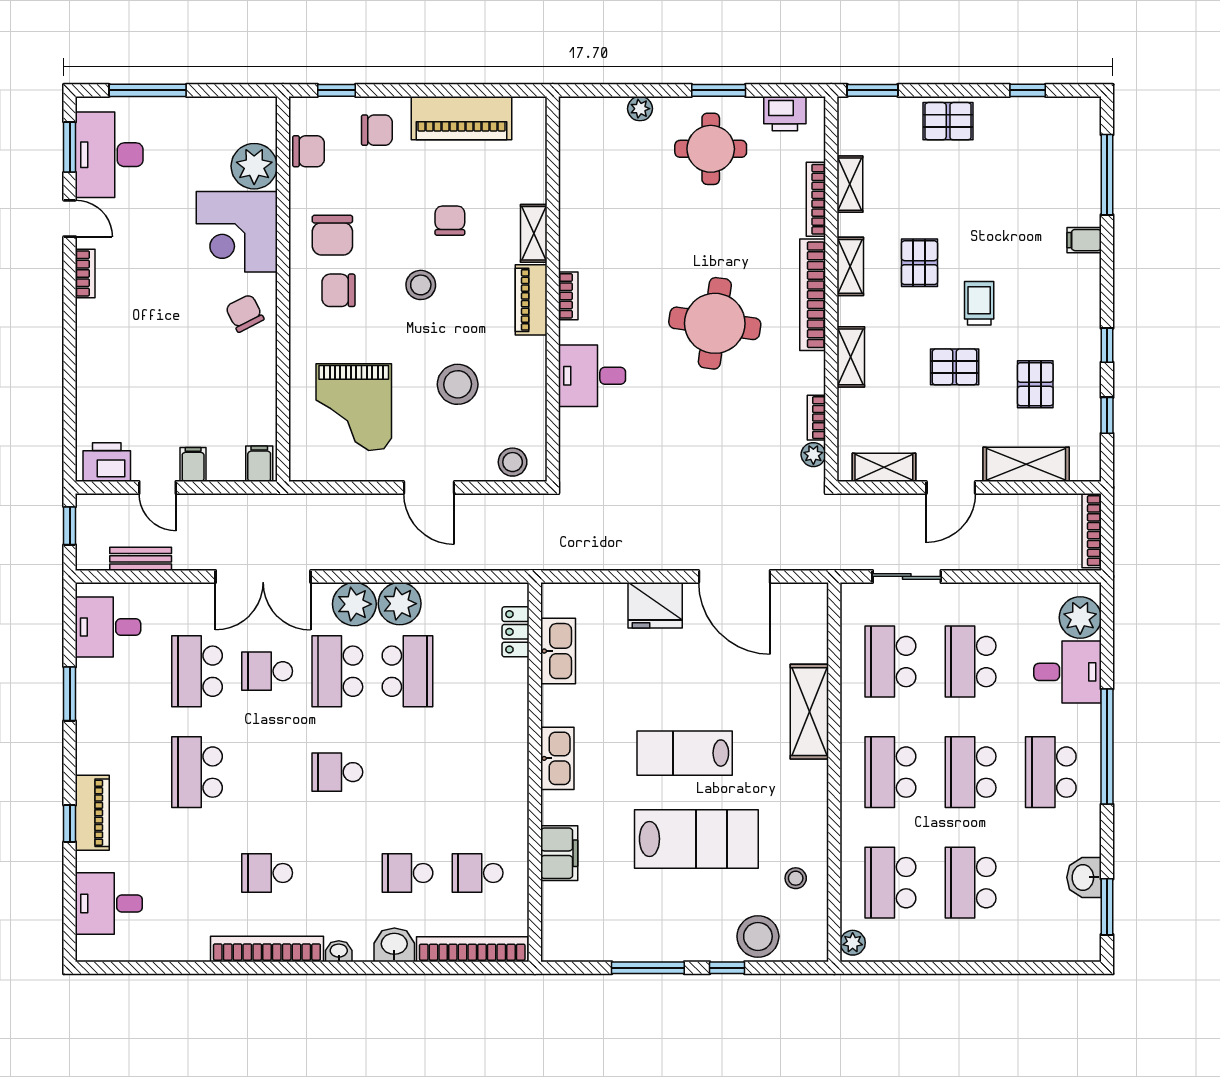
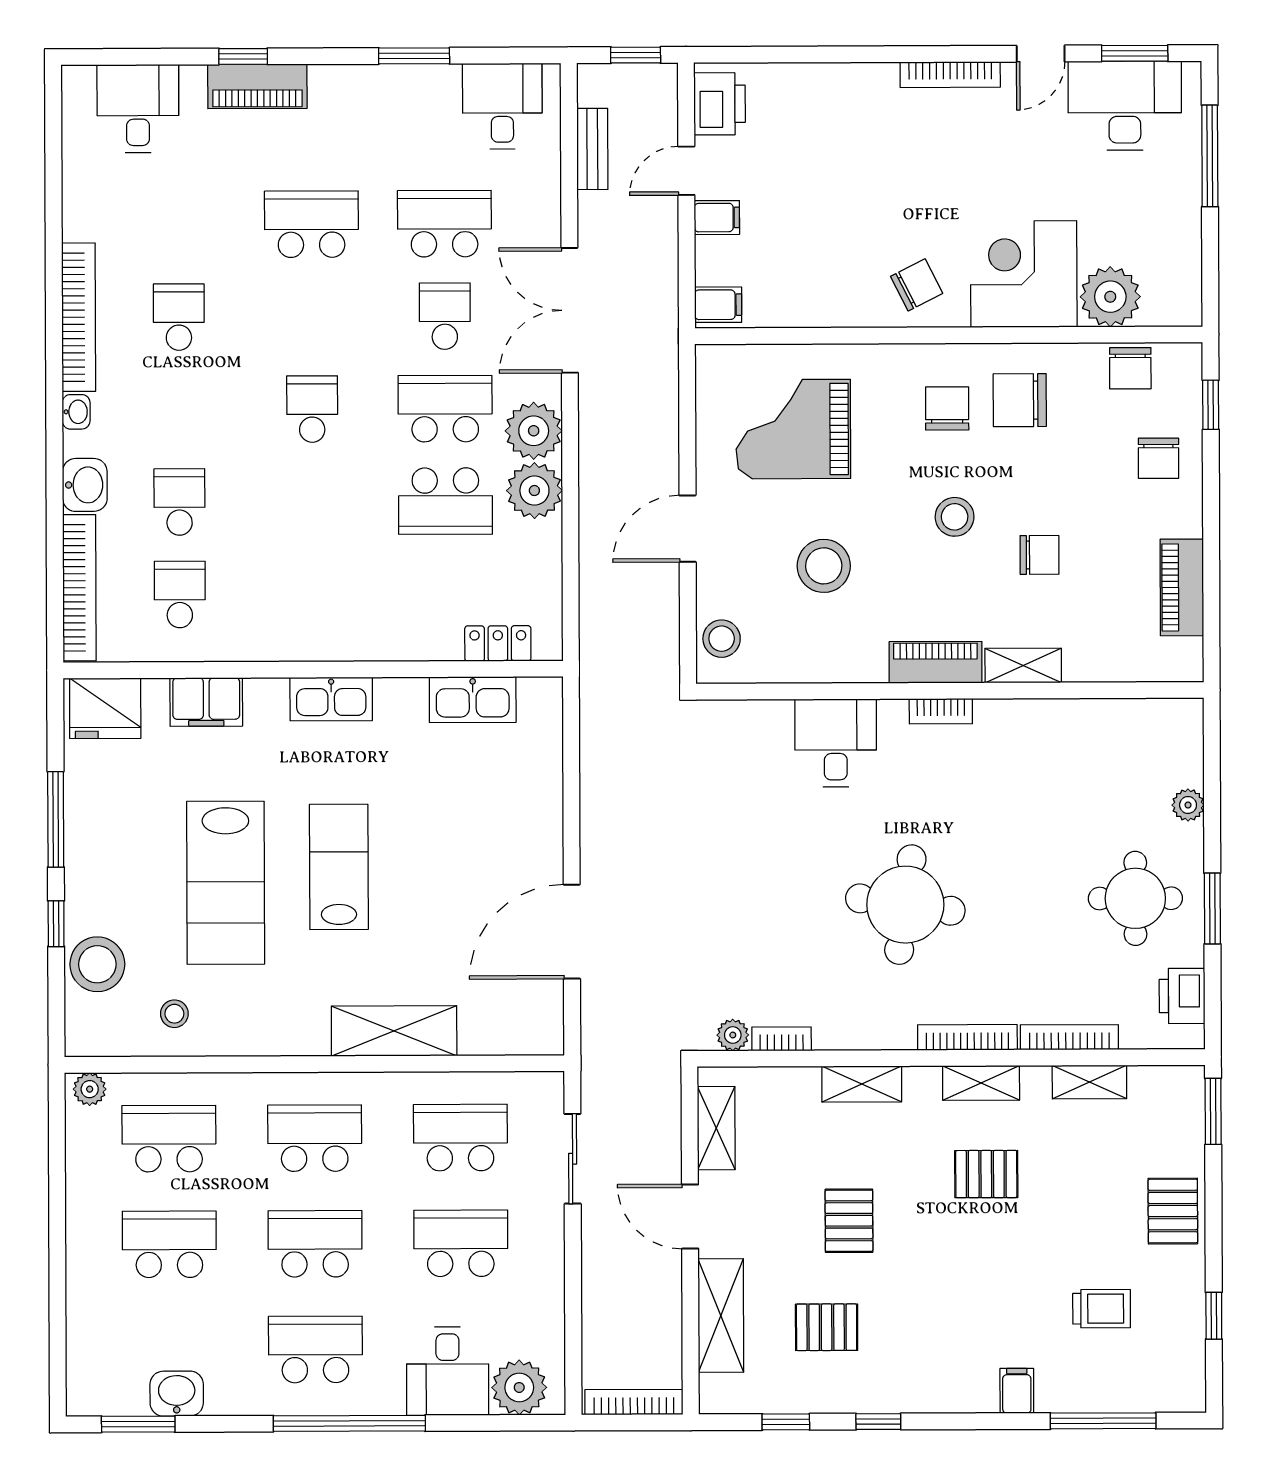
piano: (462, 118) -> (1182, 587), width x0.73, depth x0.75
bookcase: (85, 273) -> (950, 75), width x1.56
bookcase: (813, 295) -> (967, 1037), width x0.68, depth x0.76
trolley: (979, 303) -> (1102, 1309), moved
fridge: (655, 605) -> (105, 708), moved, turned -90

